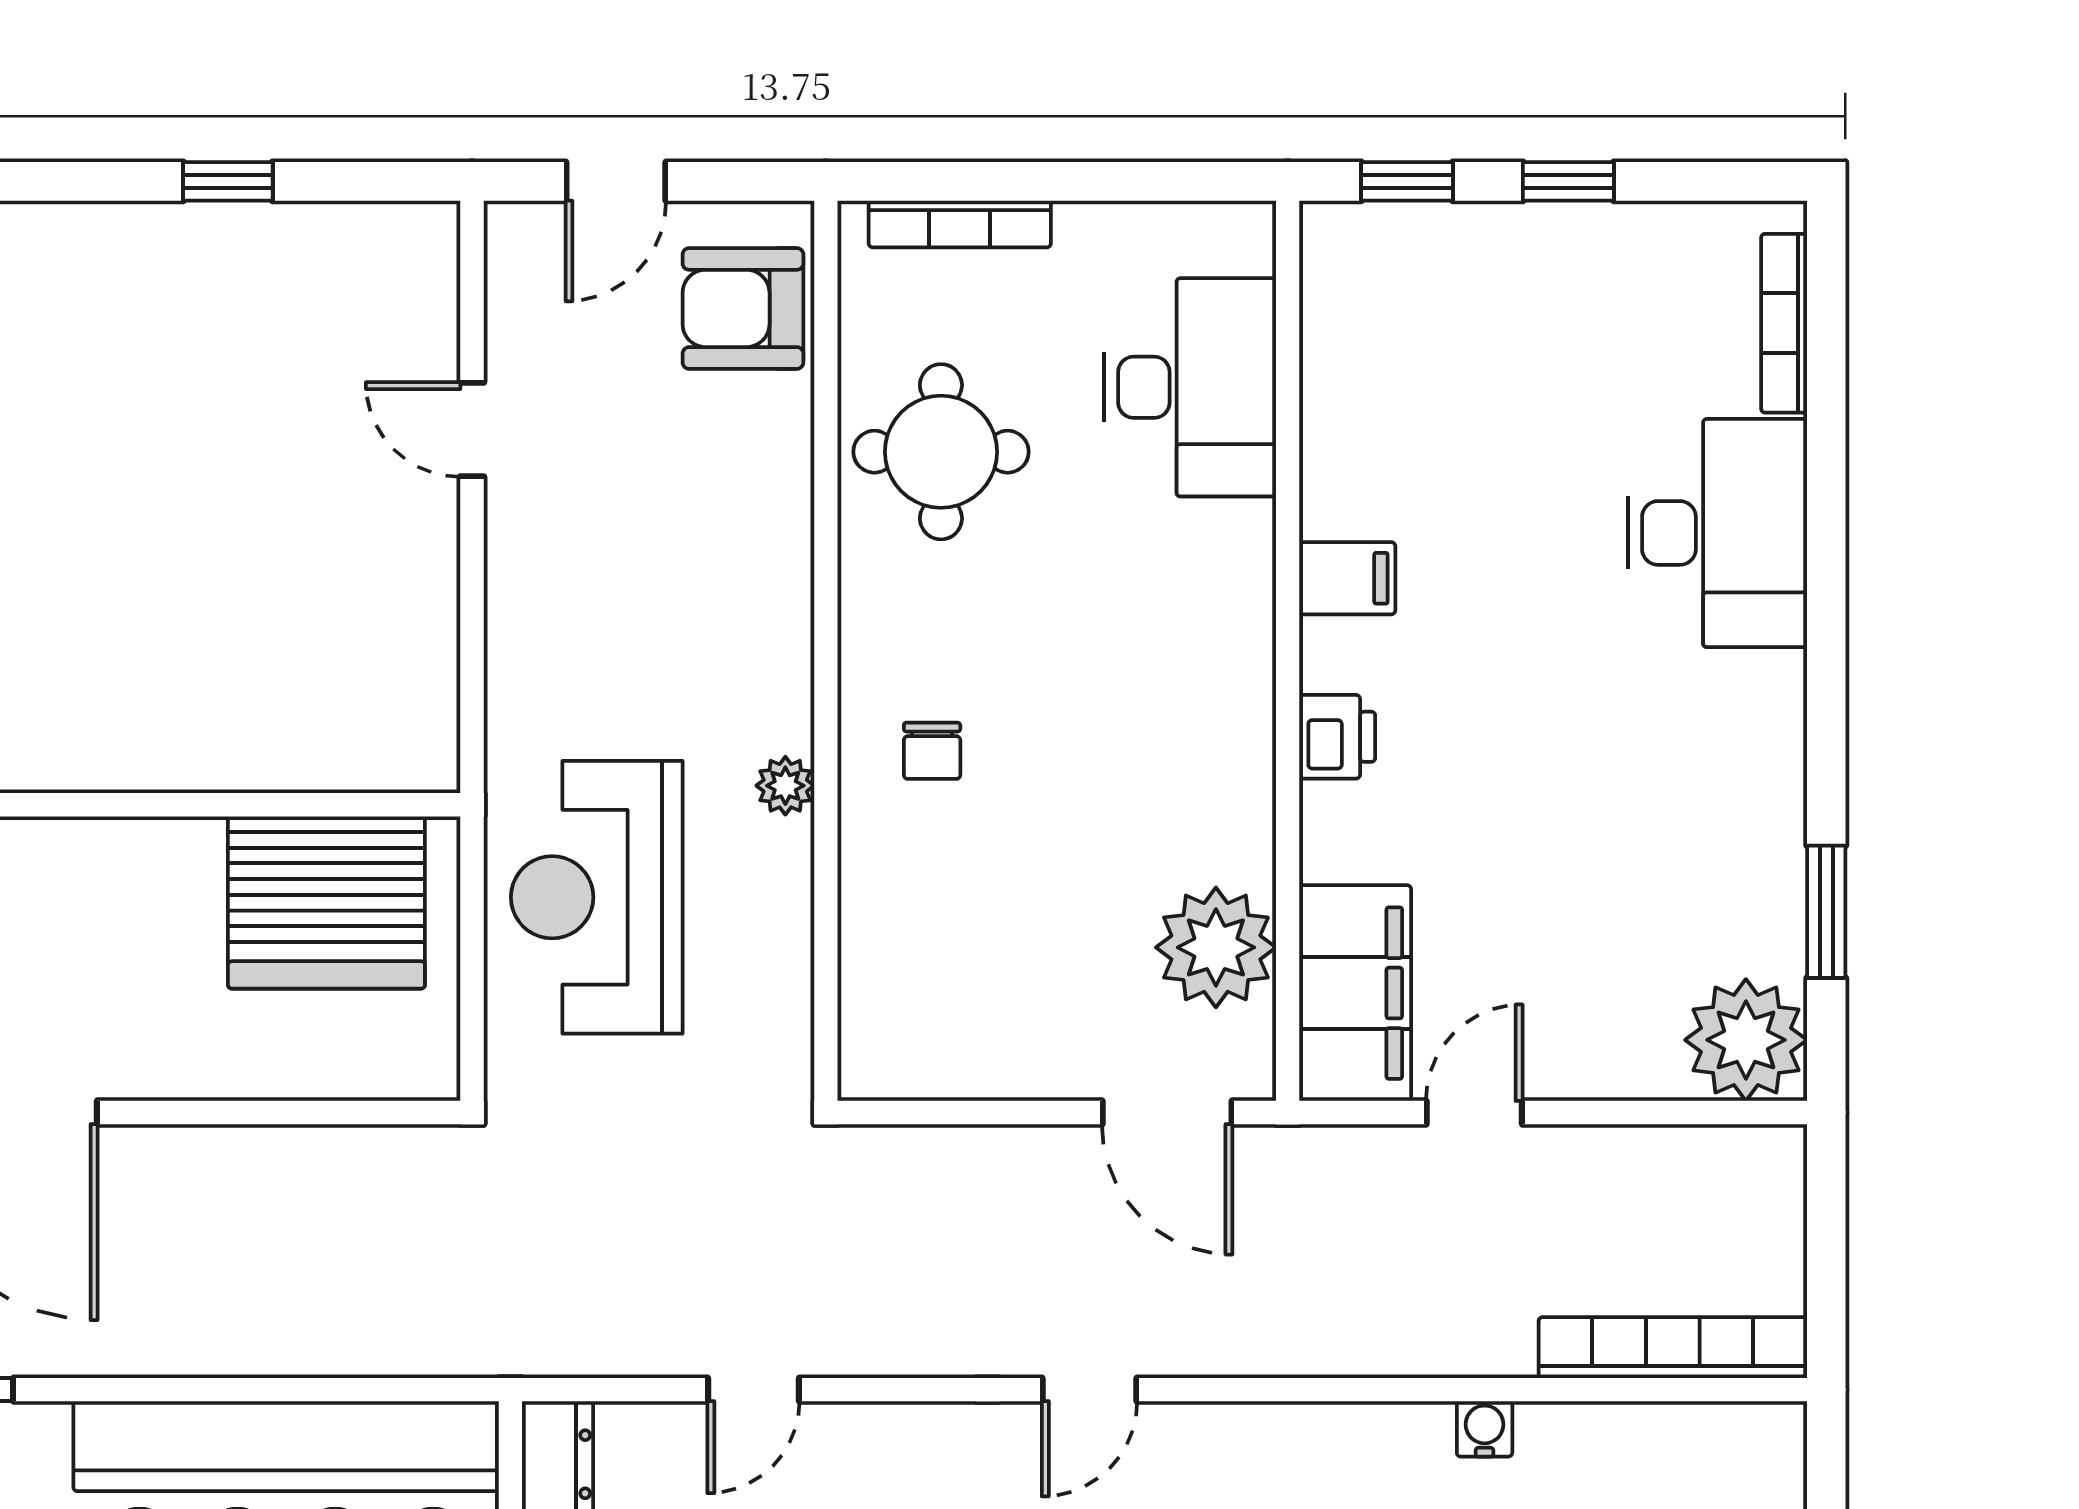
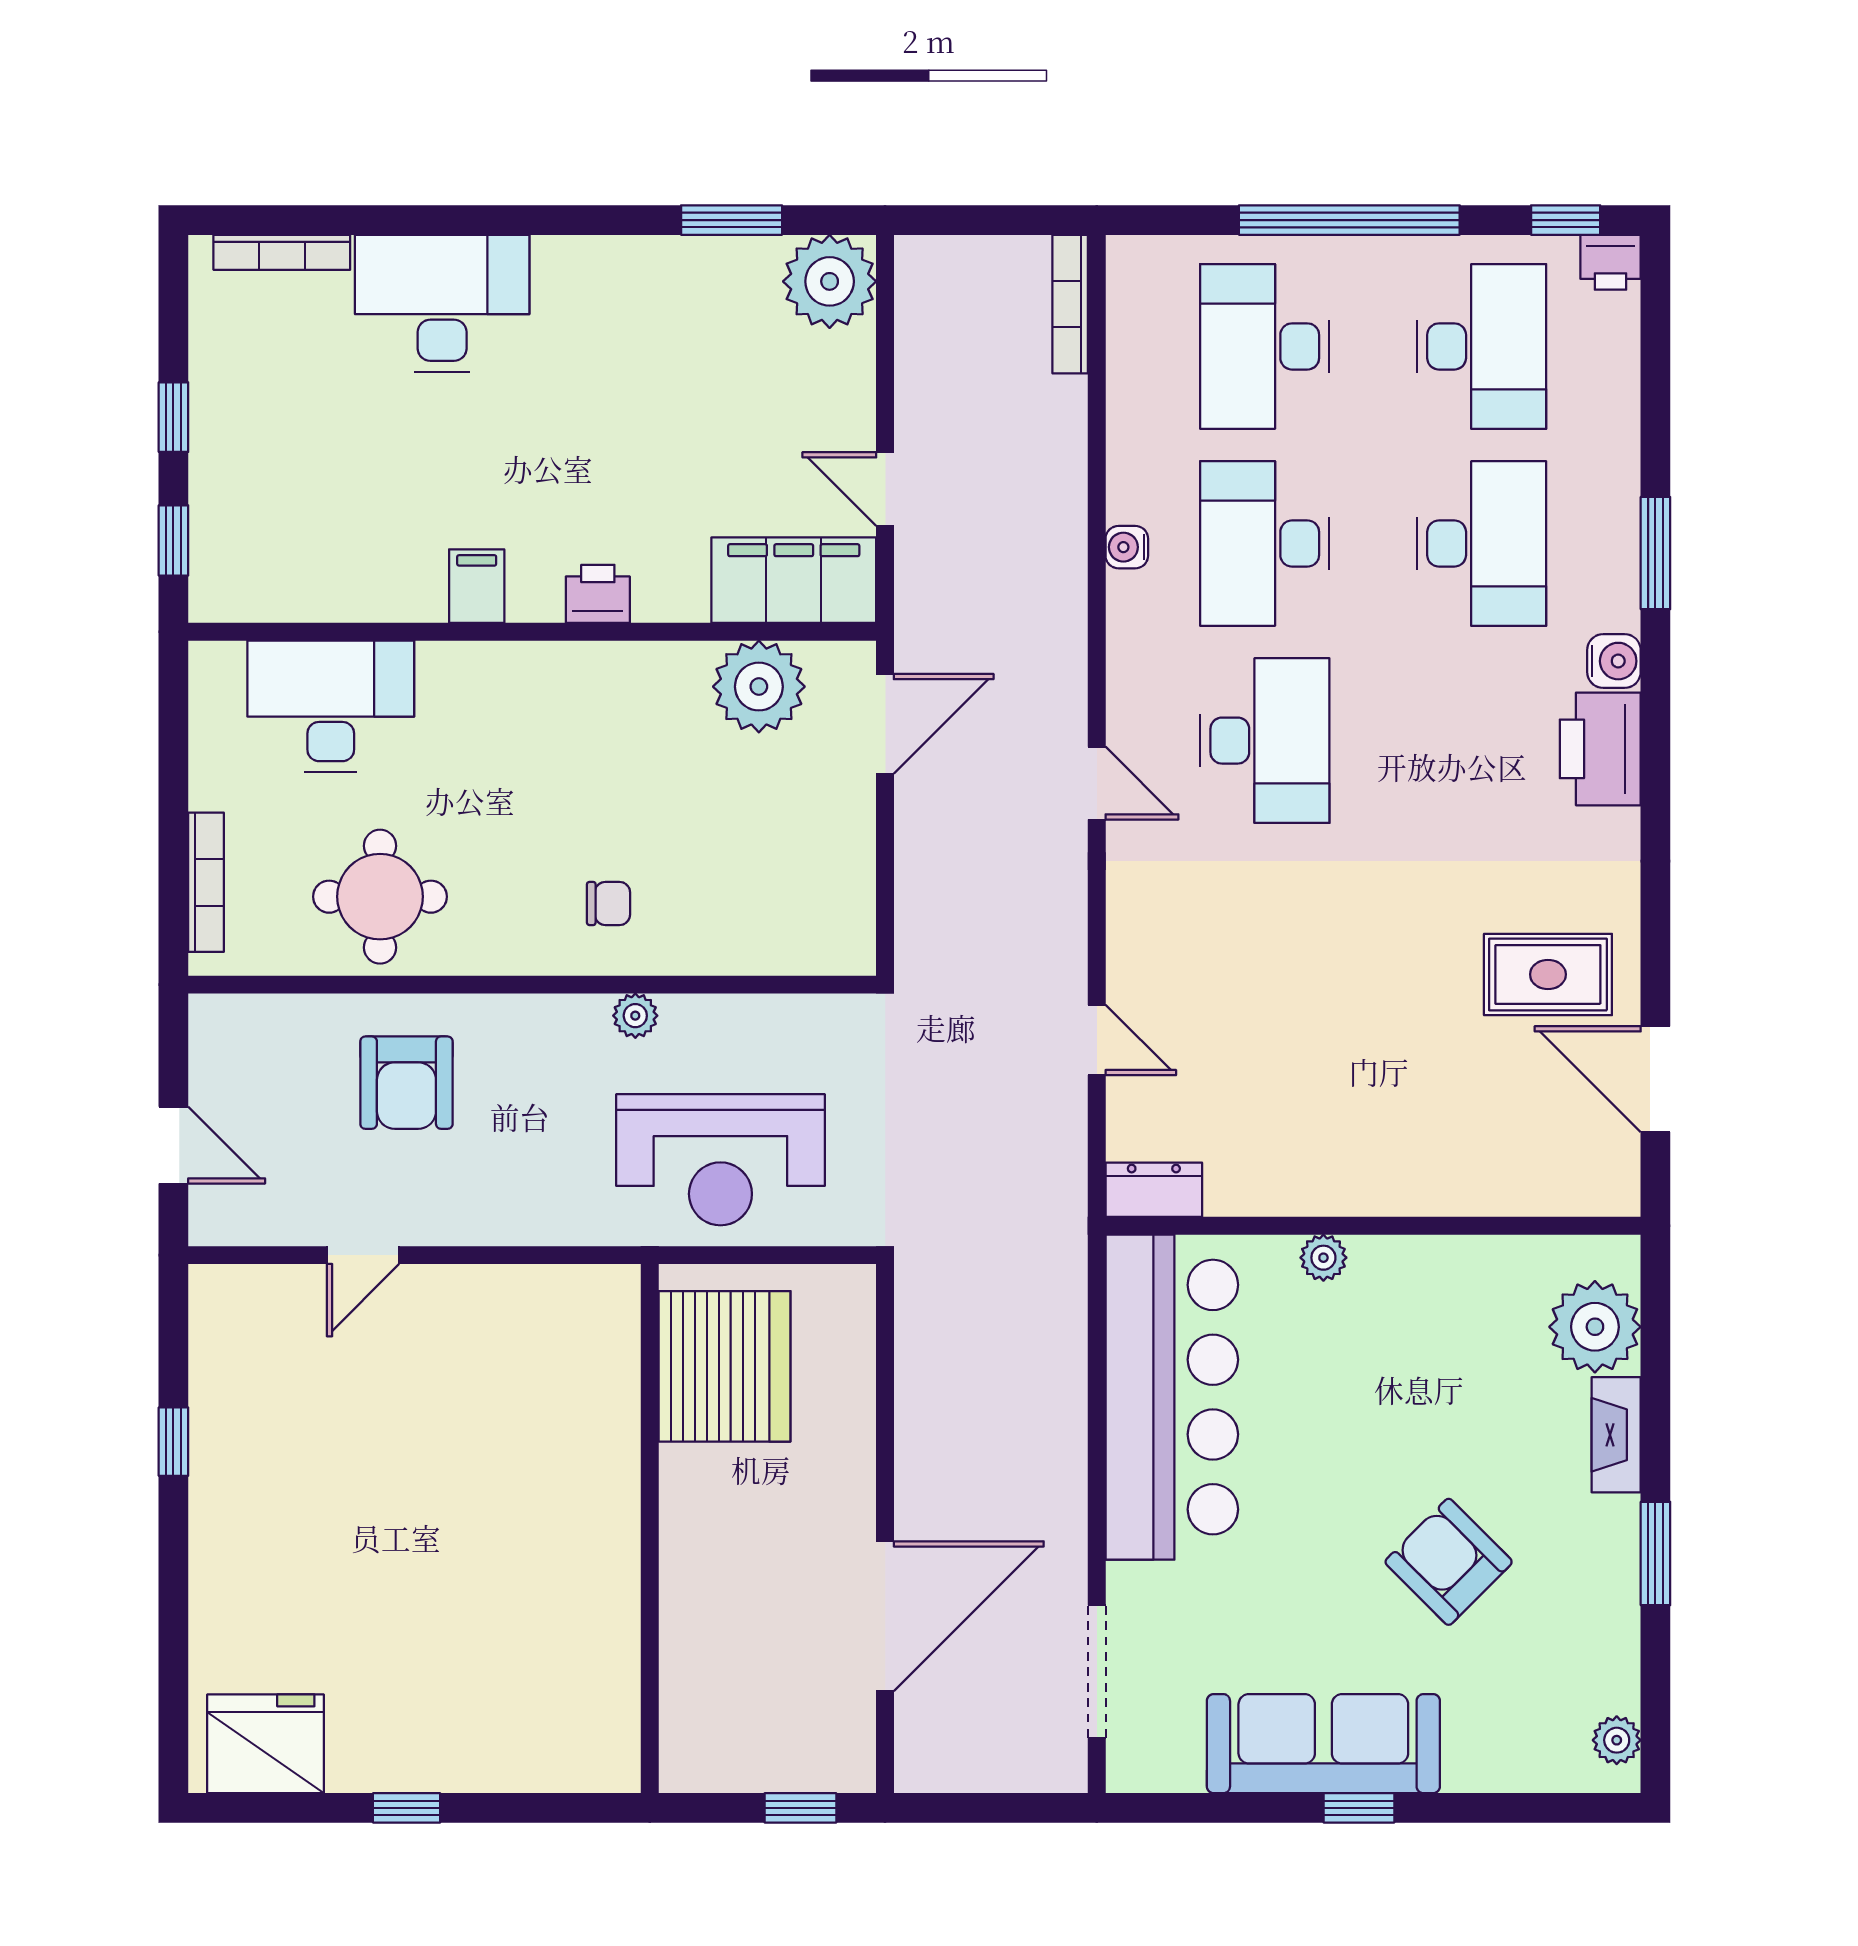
armchair: (743, 308) -> (406, 1083), moved
bookcase: (1673, 1348) -> (1070, 304), width x0.68, depth x0.76
water cooler: (1485, 1429) -> (1127, 547), moved

